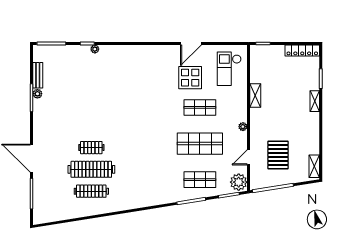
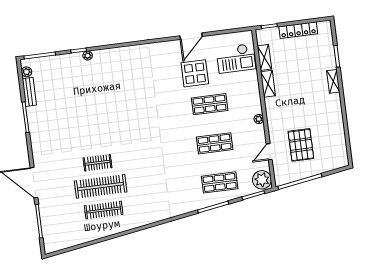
locker: (302, 51) -> (298, 30), moved
checkout: (229, 69) -> (236, 58), turned -90
plant: (37, 94) -> (26, 72), moved
shop shelf: (200, 144) -> (215, 143), width x0.70, depth x0.74
shelving: (314, 166) -> (264, 57), moved

